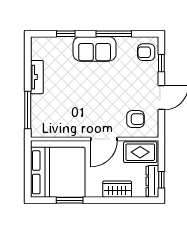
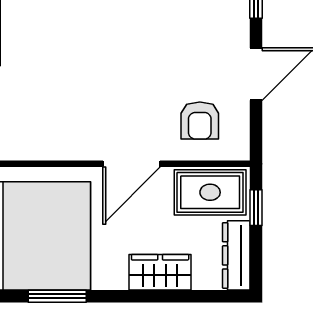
armchair: (135, 119) -> (200, 121), turned 90
window: (161, 180) -> (256, 208), moved

